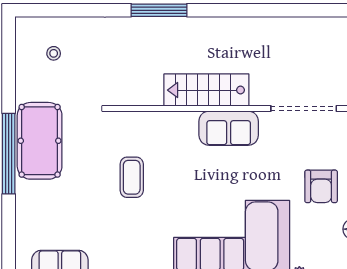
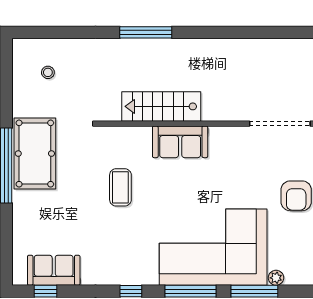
stairs: (206, 90) -> (161, 106), moved
sofa: (229, 128) -> (180, 142), moved

